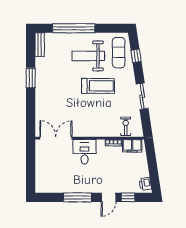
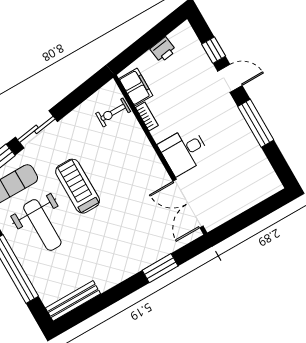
bench: (40, 45) -> (73, 301), width x1.36
window: (31, 78) -> (160, 268), moved
sliding door: (142, 96) -> (36, 129), moved
printer: (145, 184) -> (163, 50), moved

